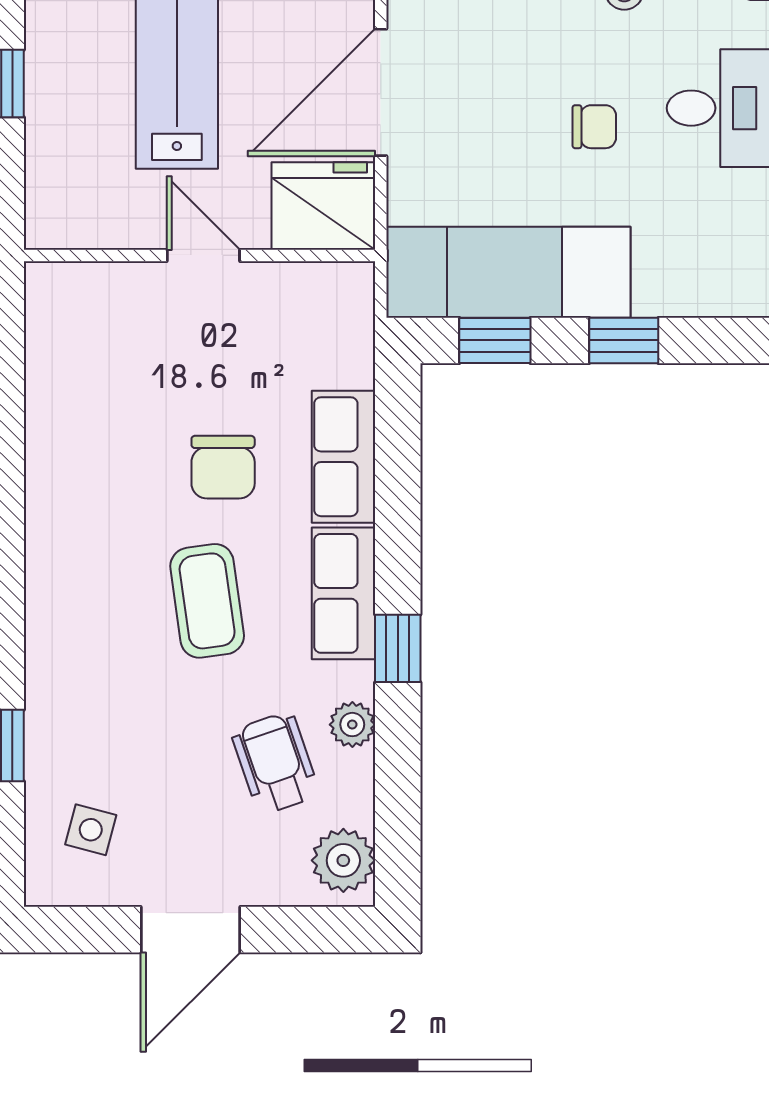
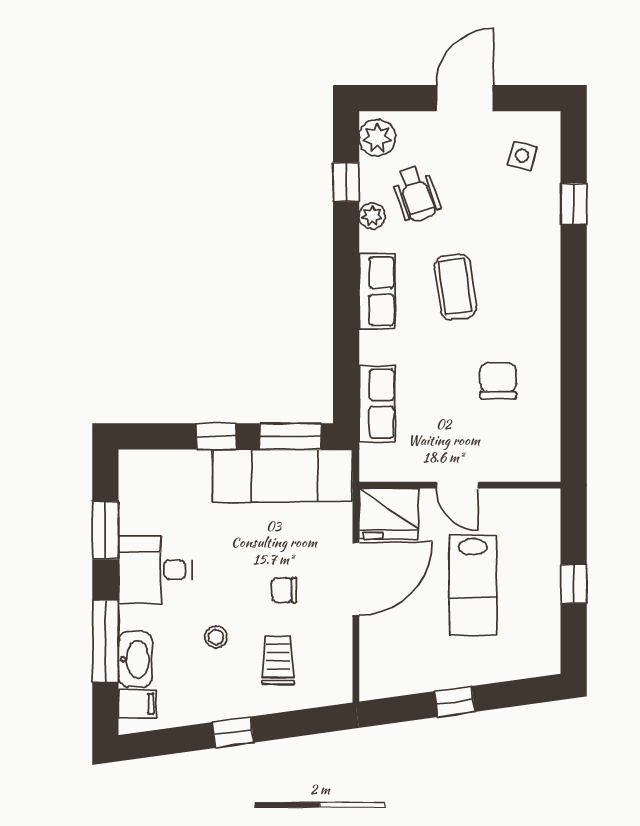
chair: (594, 127) -> (284, 590), moved
window: (495, 340) -> (290, 436), width x1.50
row of seats: (343, 457) -> (377, 404), moved
chair: (223, 467) -> (498, 381), moved
window: (398, 648) -> (346, 182), moved

